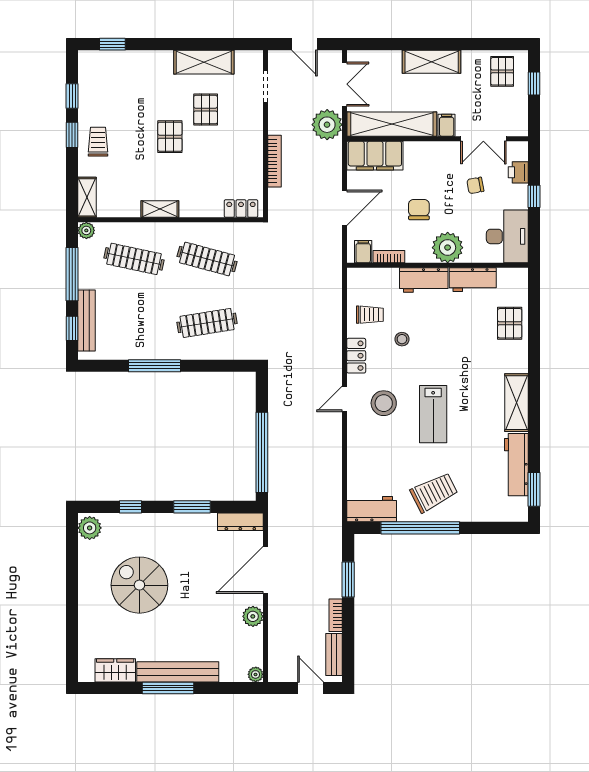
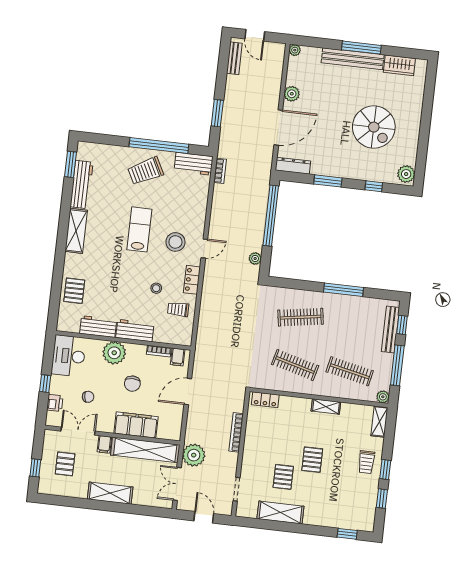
pallet: (502, 71) -> (65, 464), moved
filing cabinet: (375, 156) -> (136, 425), moved
plant: (276, 393) -> (255, 259), added
bookcase: (336, 615) -> (220, 171), moved

